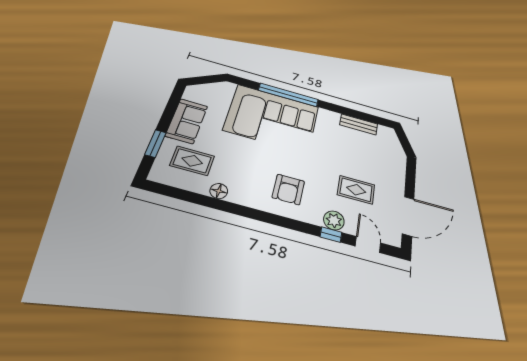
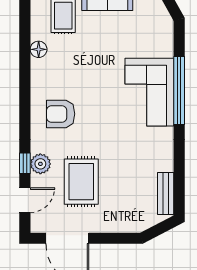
corner sofa: (272, 118) -> (149, 92), width x0.73, depth x0.74
bench: (359, 124) -> (166, 193), moved
rug: (356, 190) -> (81, 182), width x1.36, depth x1.43

